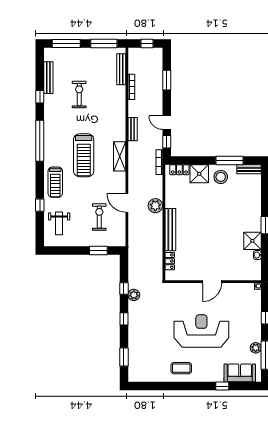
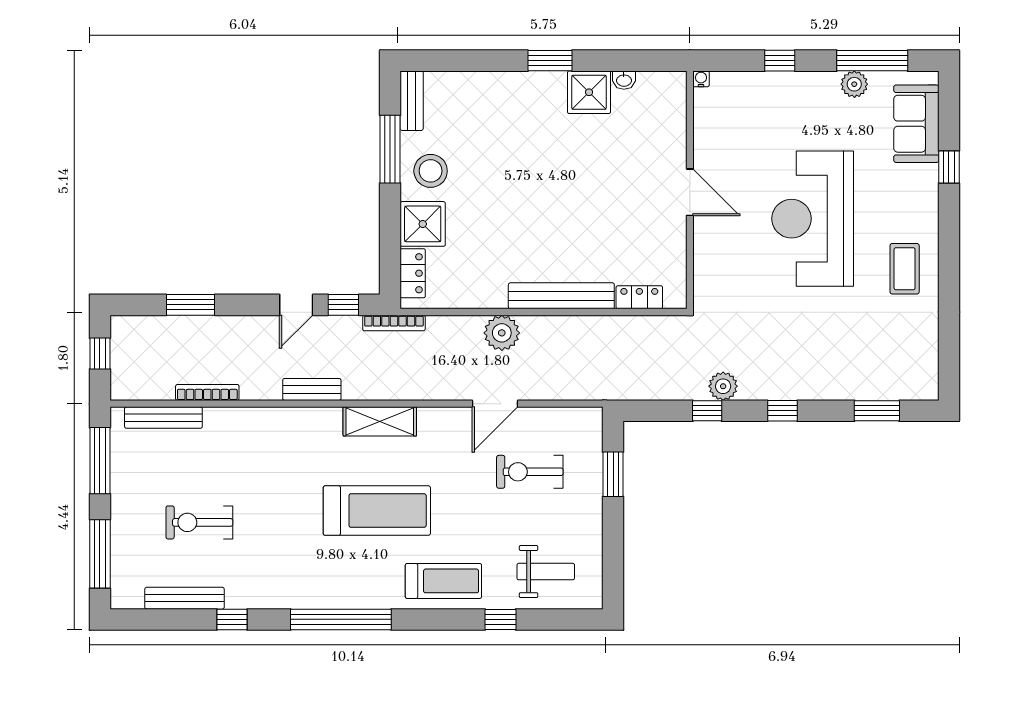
exercise bike: (79, 94) -> (199, 522), moved

